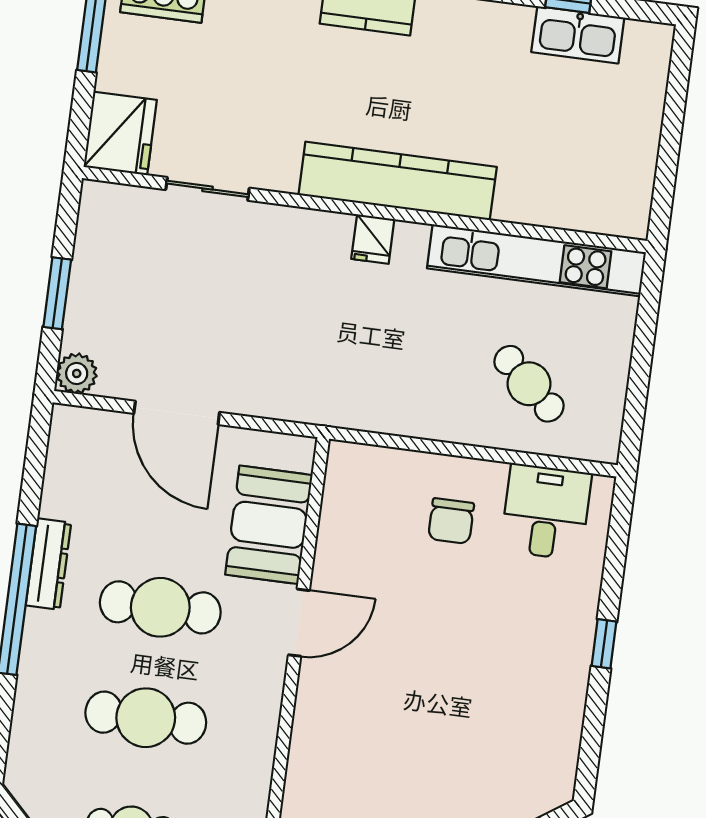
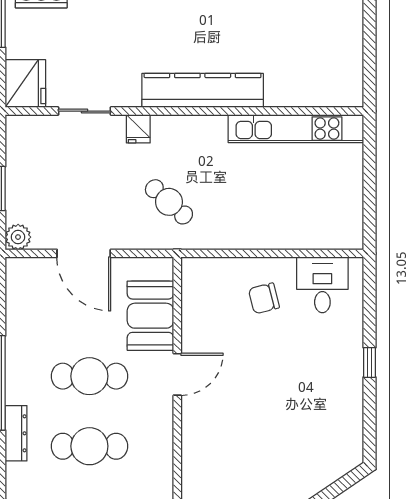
fridge: (373, 239) -> (138, 129), moved
cafe table: (529, 384) -> (169, 202), moved
chair: (451, 521) -> (264, 298), turned 76
dresser: (48, 564) -> (16, 433), moved

